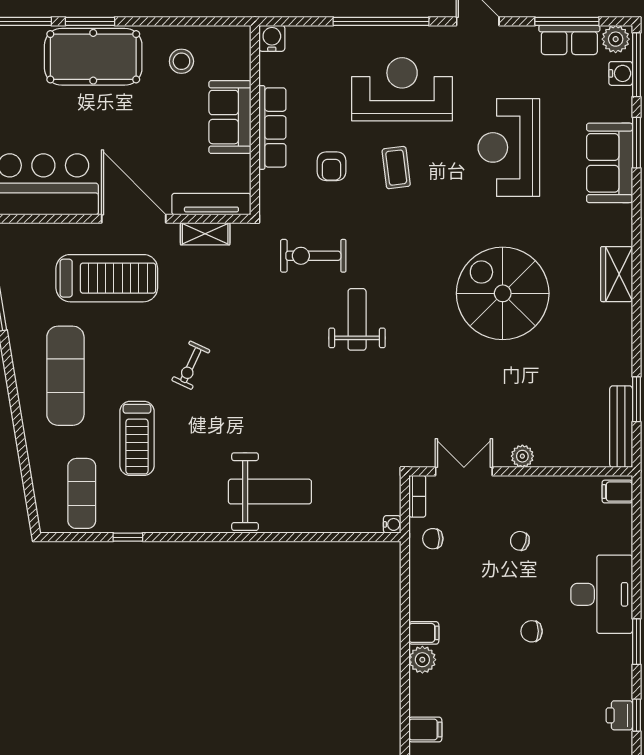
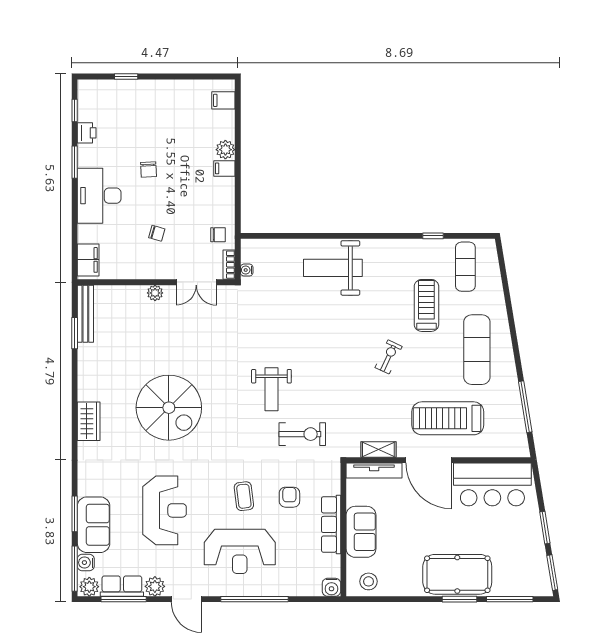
plant: (523, 39) -> (155, 586), added
stool: (181, 61) -> (369, 581), moved
sofa: (610, 163) -> (94, 525), moved
filing cabinet: (617, 492) -> (88, 260), width x2.00
water cooler: (392, 524) -> (247, 270), moved
chair: (532, 631) -> (149, 170), turned 87
printer: (619, 715) -> (87, 133), moved

